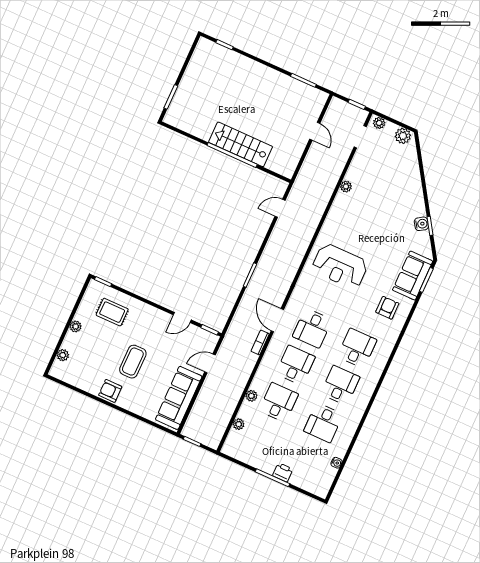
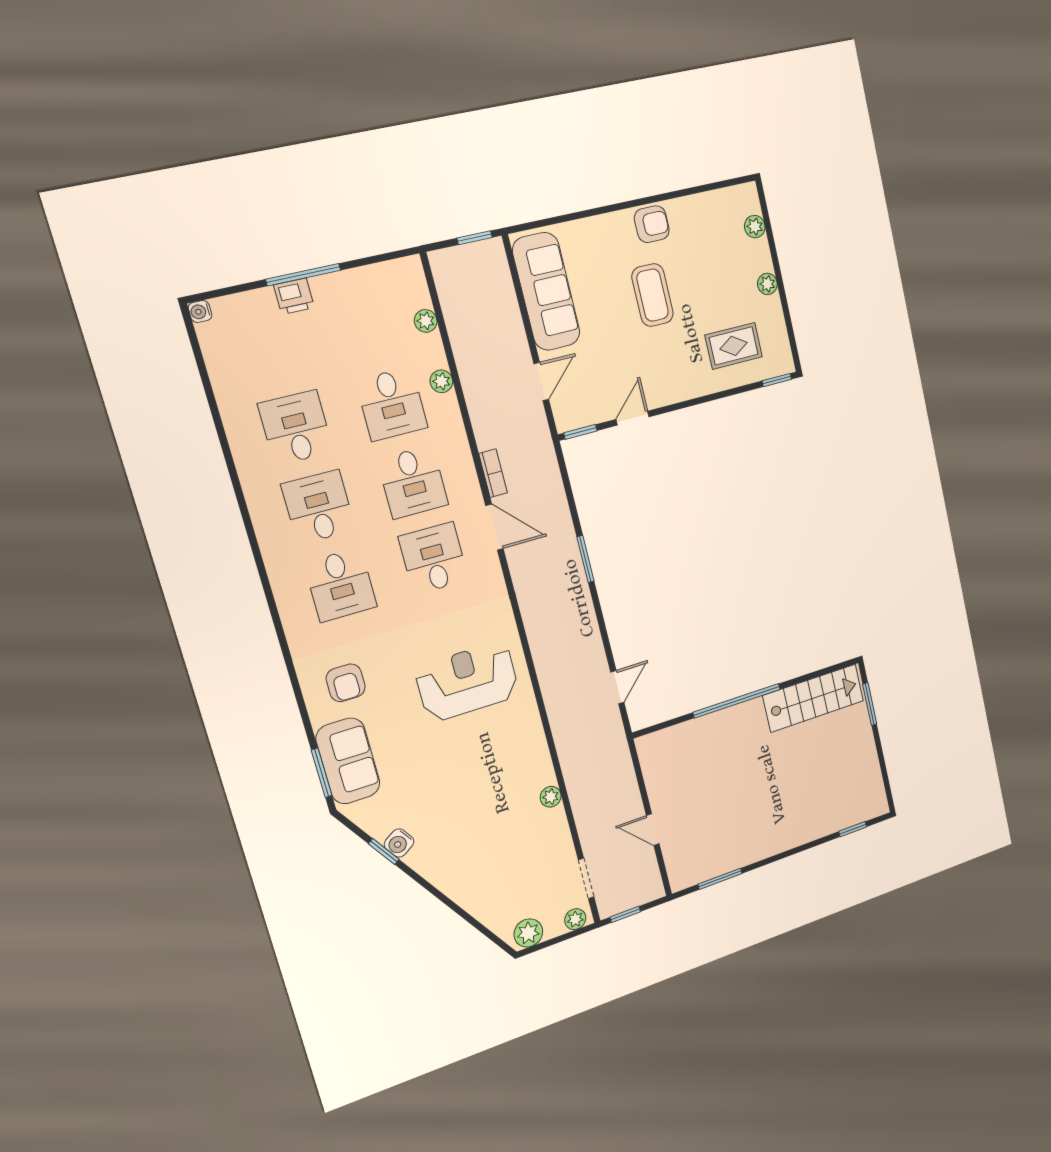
stairs: (241, 144) -> (813, 698), moved
desk: (340, 385) -> (318, 507), turned 180
water cooler: (336, 463) -> (200, 311), moved

